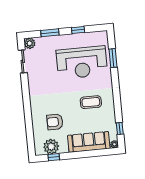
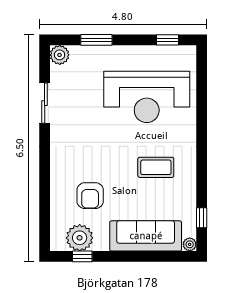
window: (78, 30) -> (168, 40), moved
window: (113, 58) -> (202, 94), removed
sliding door: (23, 61) -> (45, 103), moved
armchair: (55, 122) -> (90, 196), turned -90

